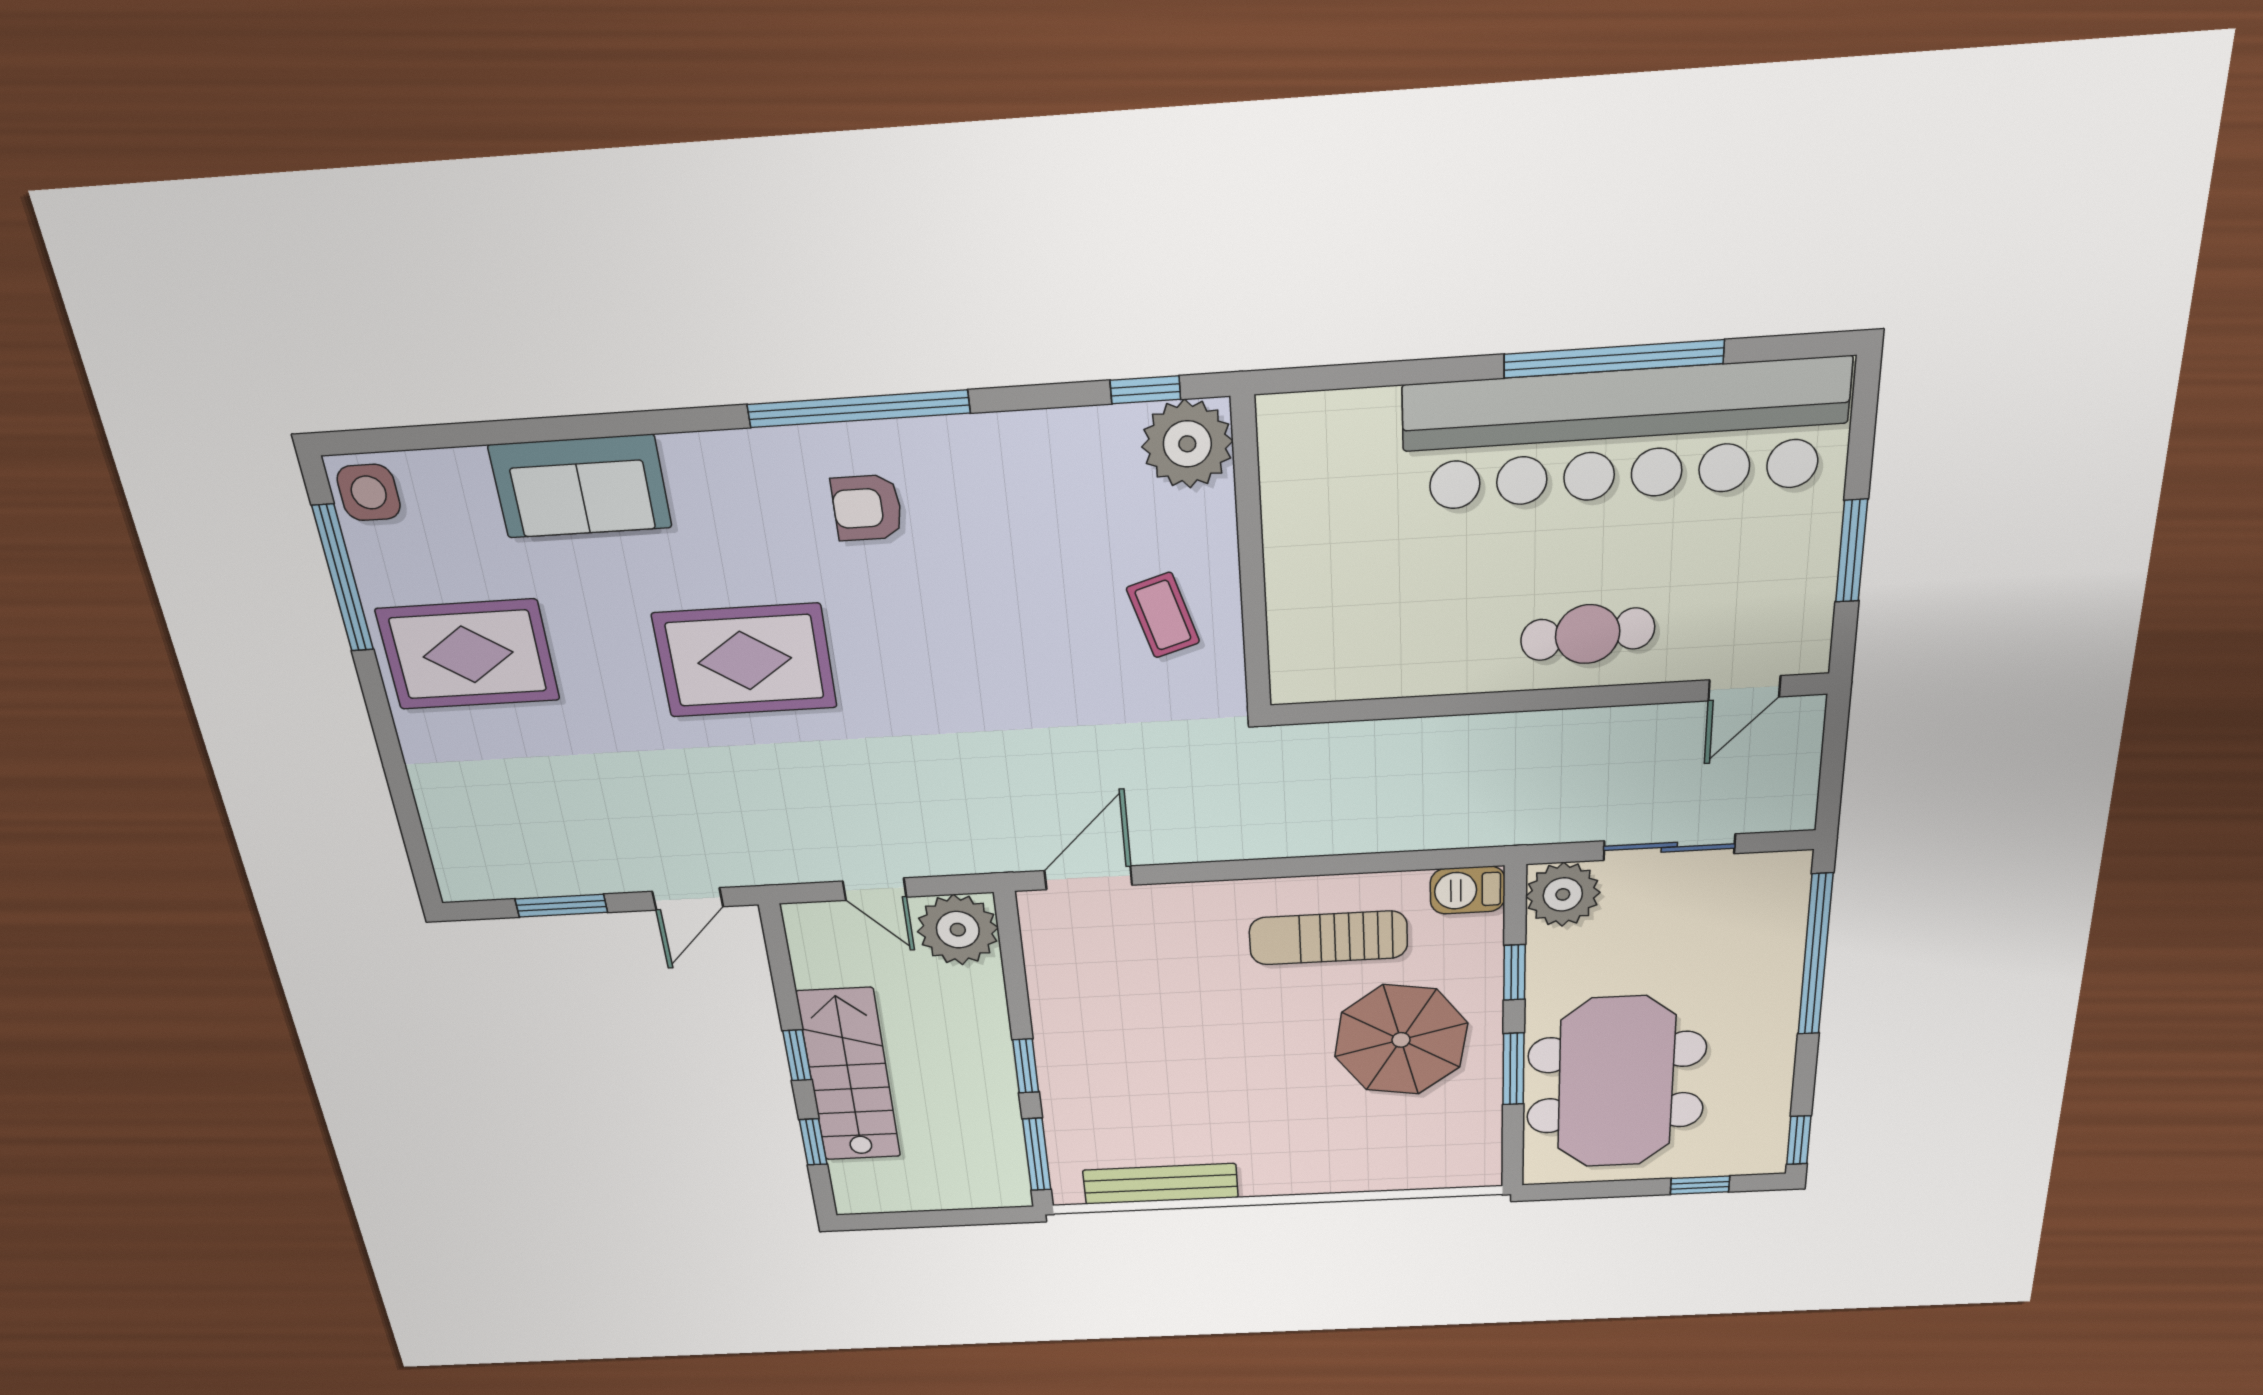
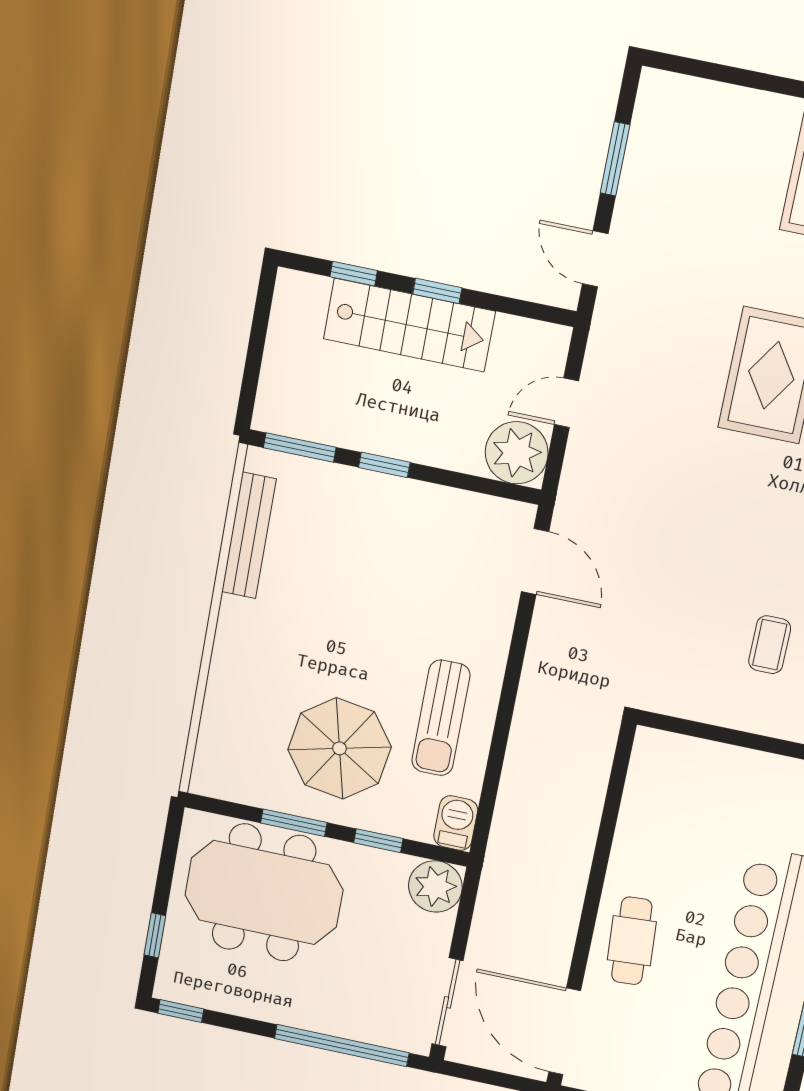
coffee table: (1163, 615) -> (770, 645), moved, turned -73
door: (1744, 688) -> (565, 1031), width x1.87
sliding door: (1669, 847) -> (447, 1002), moved
sun lounger: (1328, 938) -> (441, 718), turned 180

